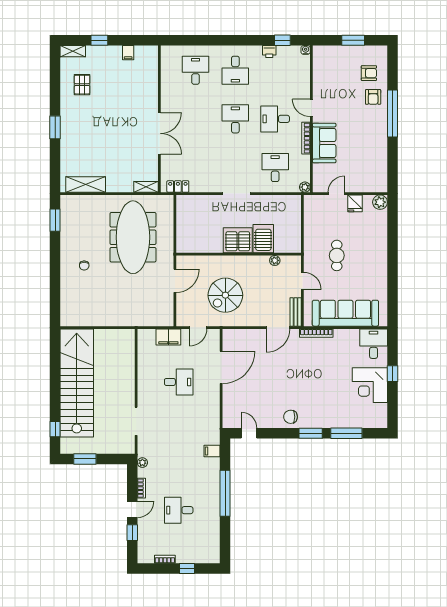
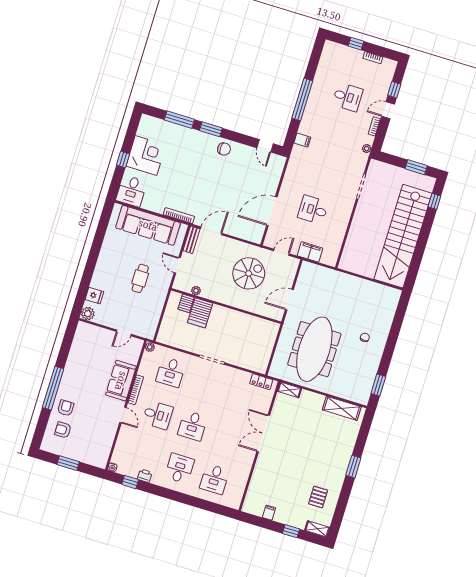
fridge: (355, 203) -> (94, 296), moved, turned 90
server rack: (238, 240) -> (186, 303), moved, width x0.46, depth x0.70

